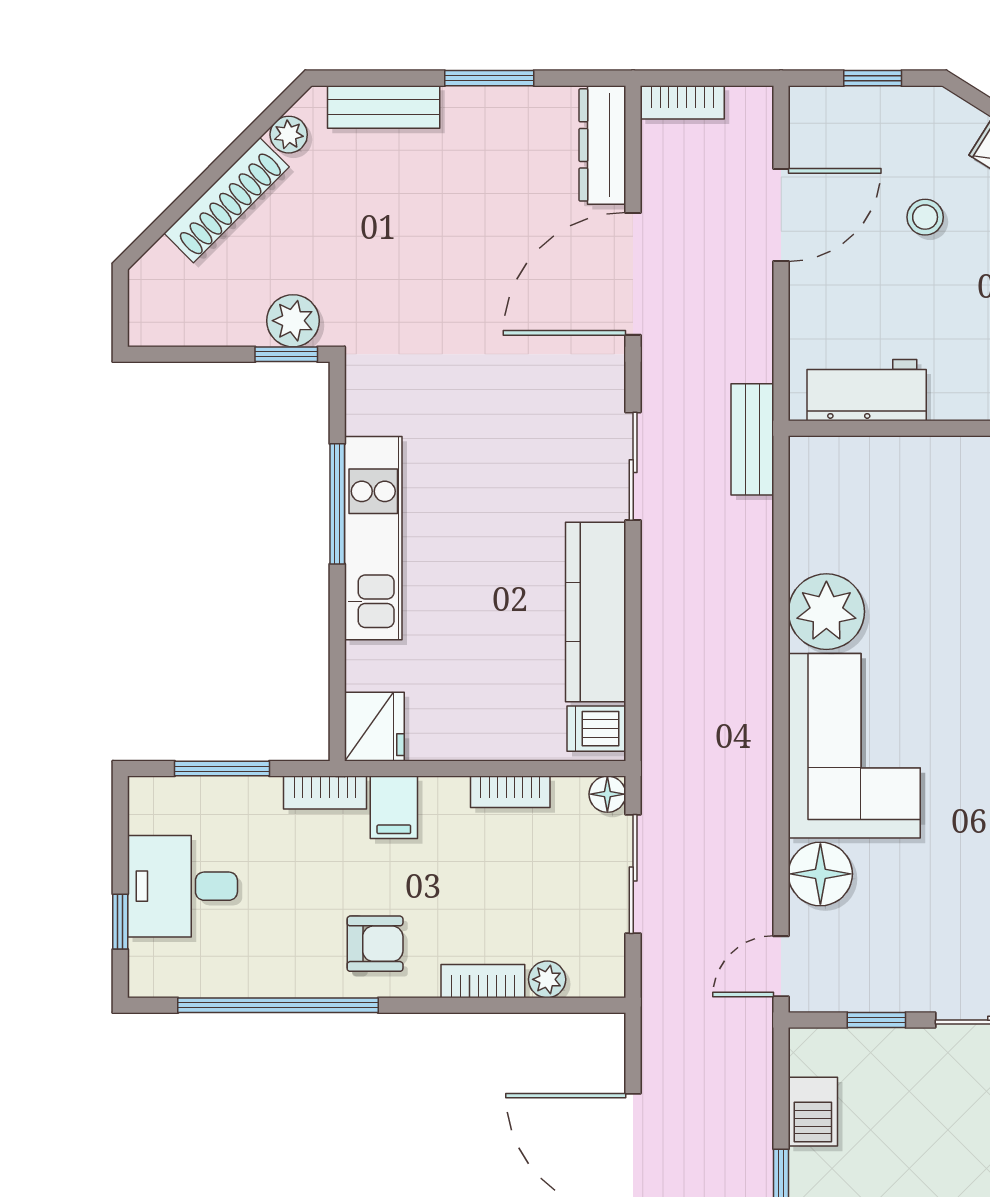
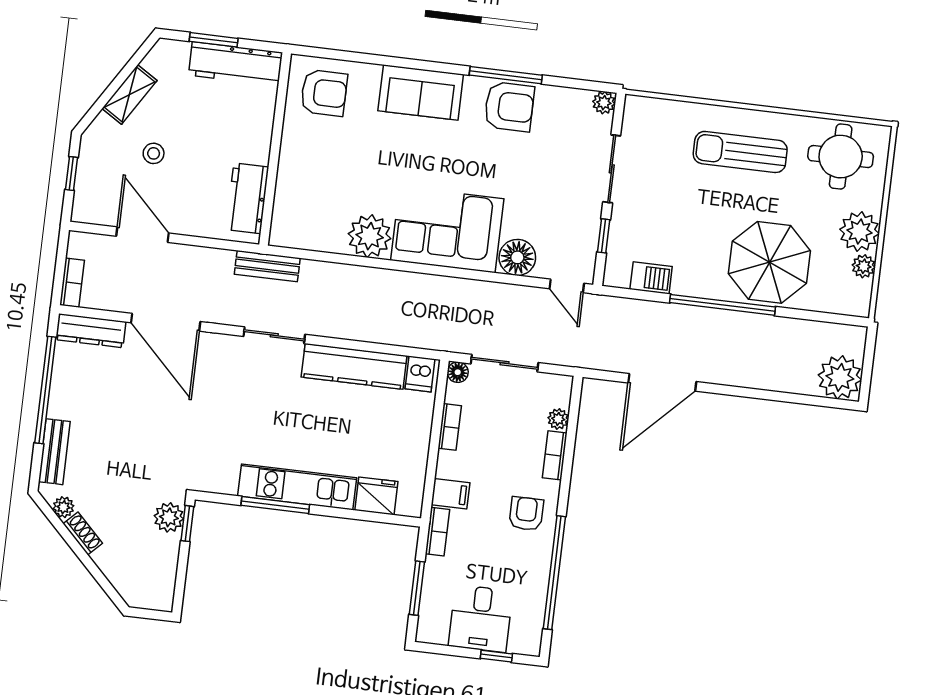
window: (489, 78) -> (45, 390), width x2.11
shoe rack: (227, 200) -> (83, 533), width x0.51, depth x0.81
fridge: (374, 727) -> (376, 496), moved

